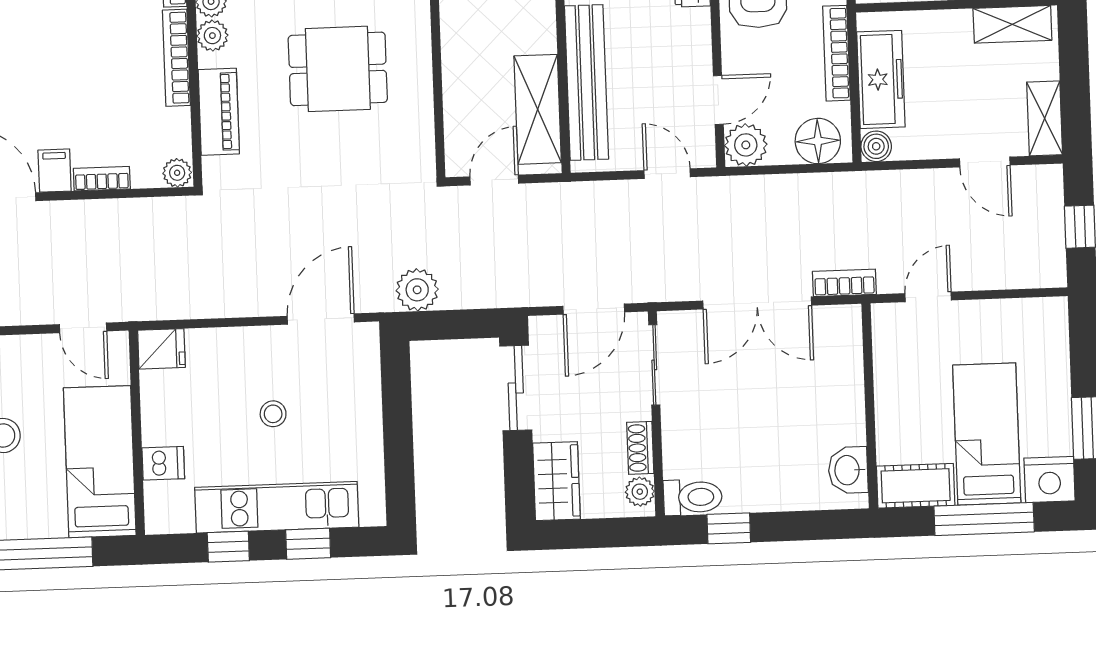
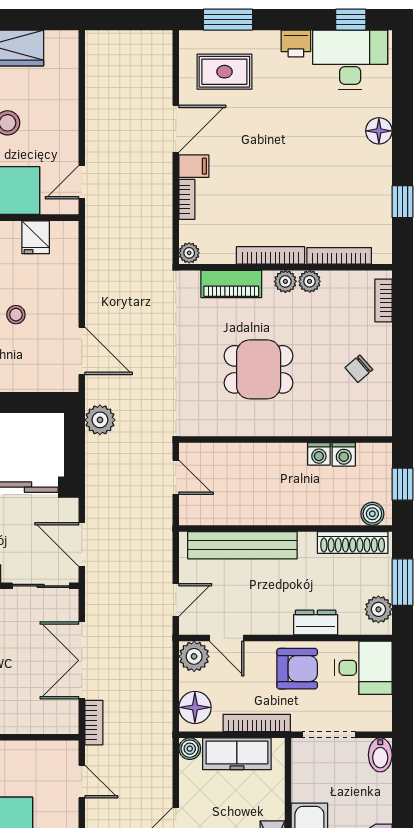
dining table: (338, 69) -> (259, 369), turned 90
shelving: (538, 109) -> (225, 510), removed
fridge: (161, 349) -> (36, 237), moved

